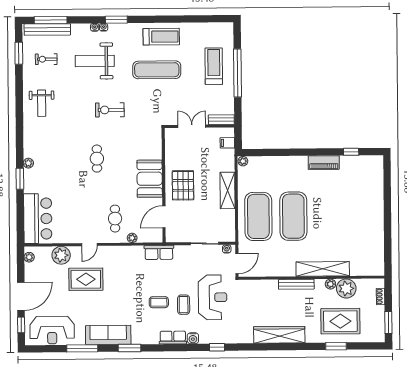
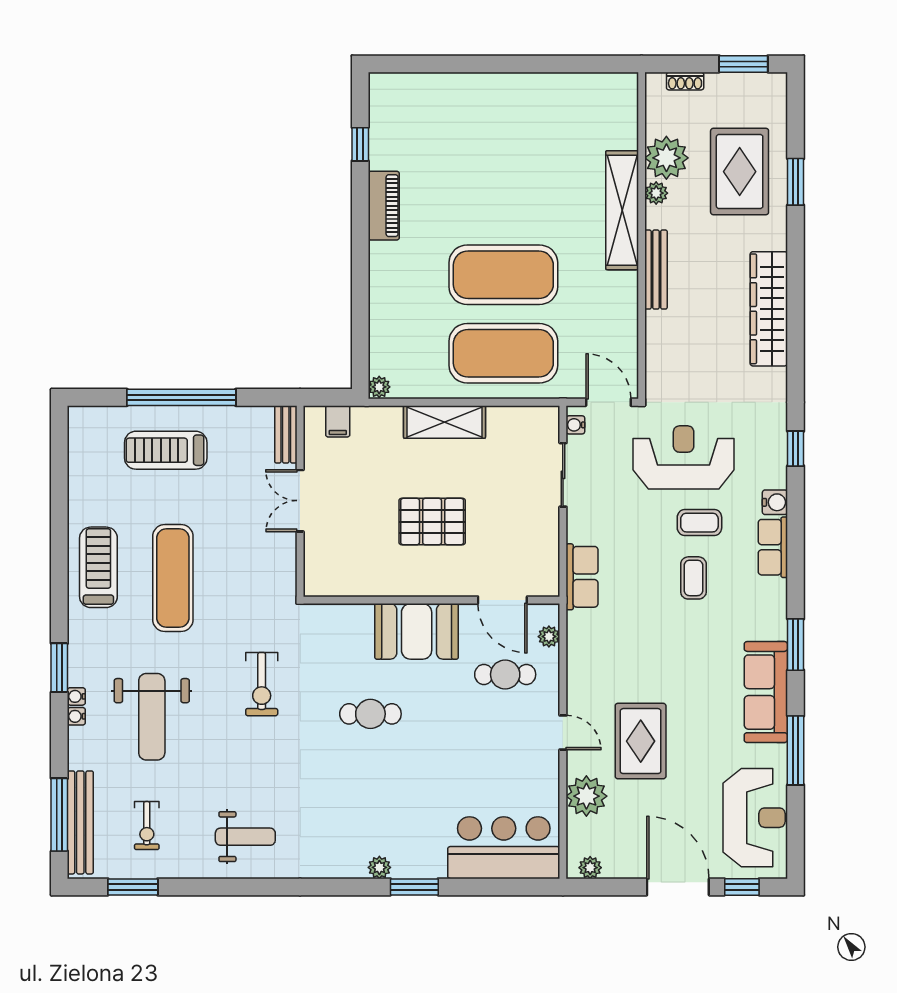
booth: (150, 179) -> (417, 631), moved
wall: (164, 185) -> (431, 600), moved
door: (164, 217) -> (502, 600), moved

